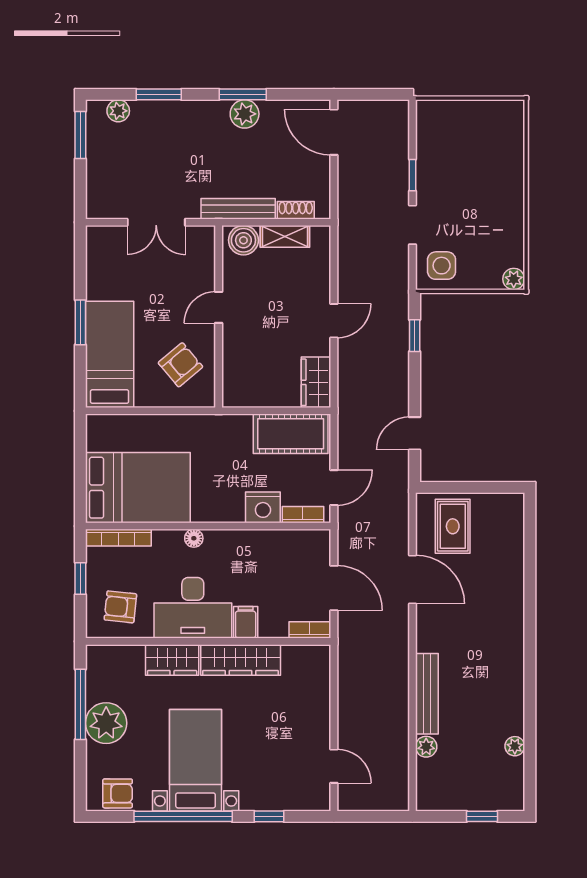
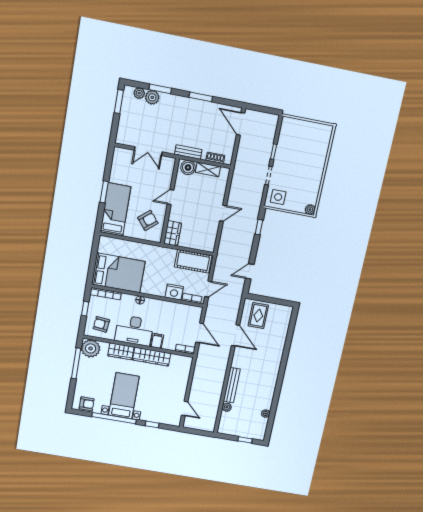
plant: (245, 114) -> (152, 97), moved
bench: (238, 209) -> (188, 152), width x0.73
wardrobe: (316, 382) -> (172, 233), moved, turned 180
plant: (106, 723) -> (91, 348), moved

